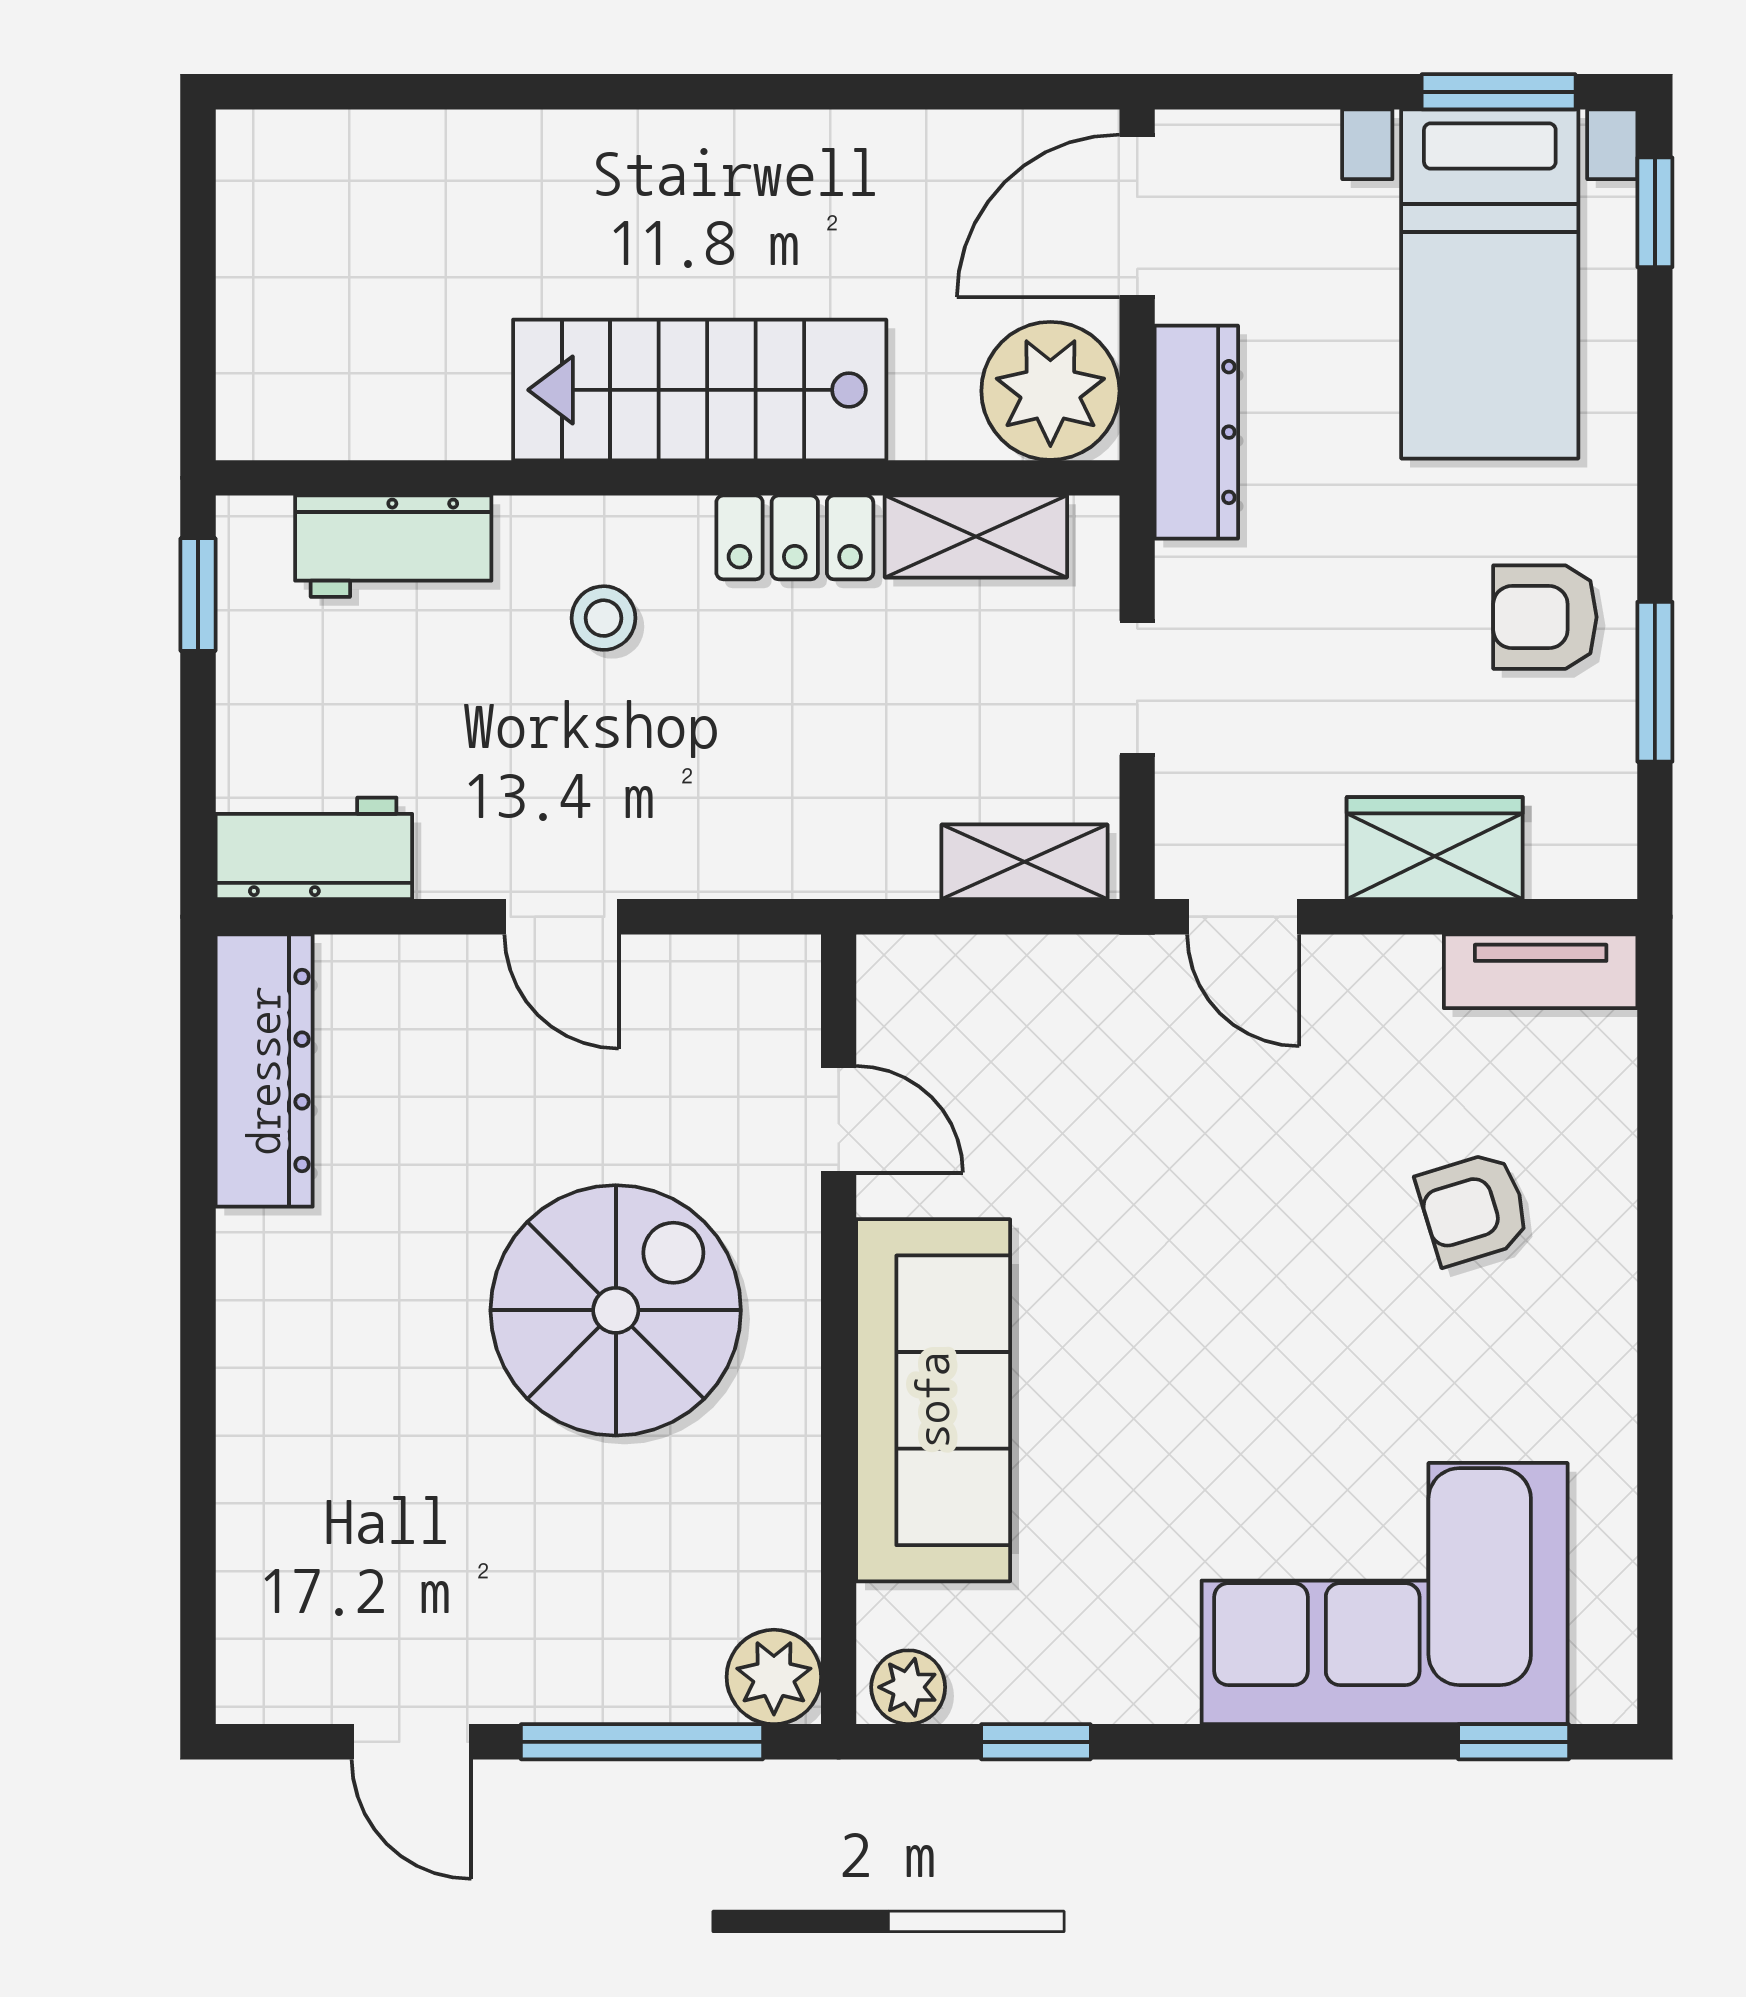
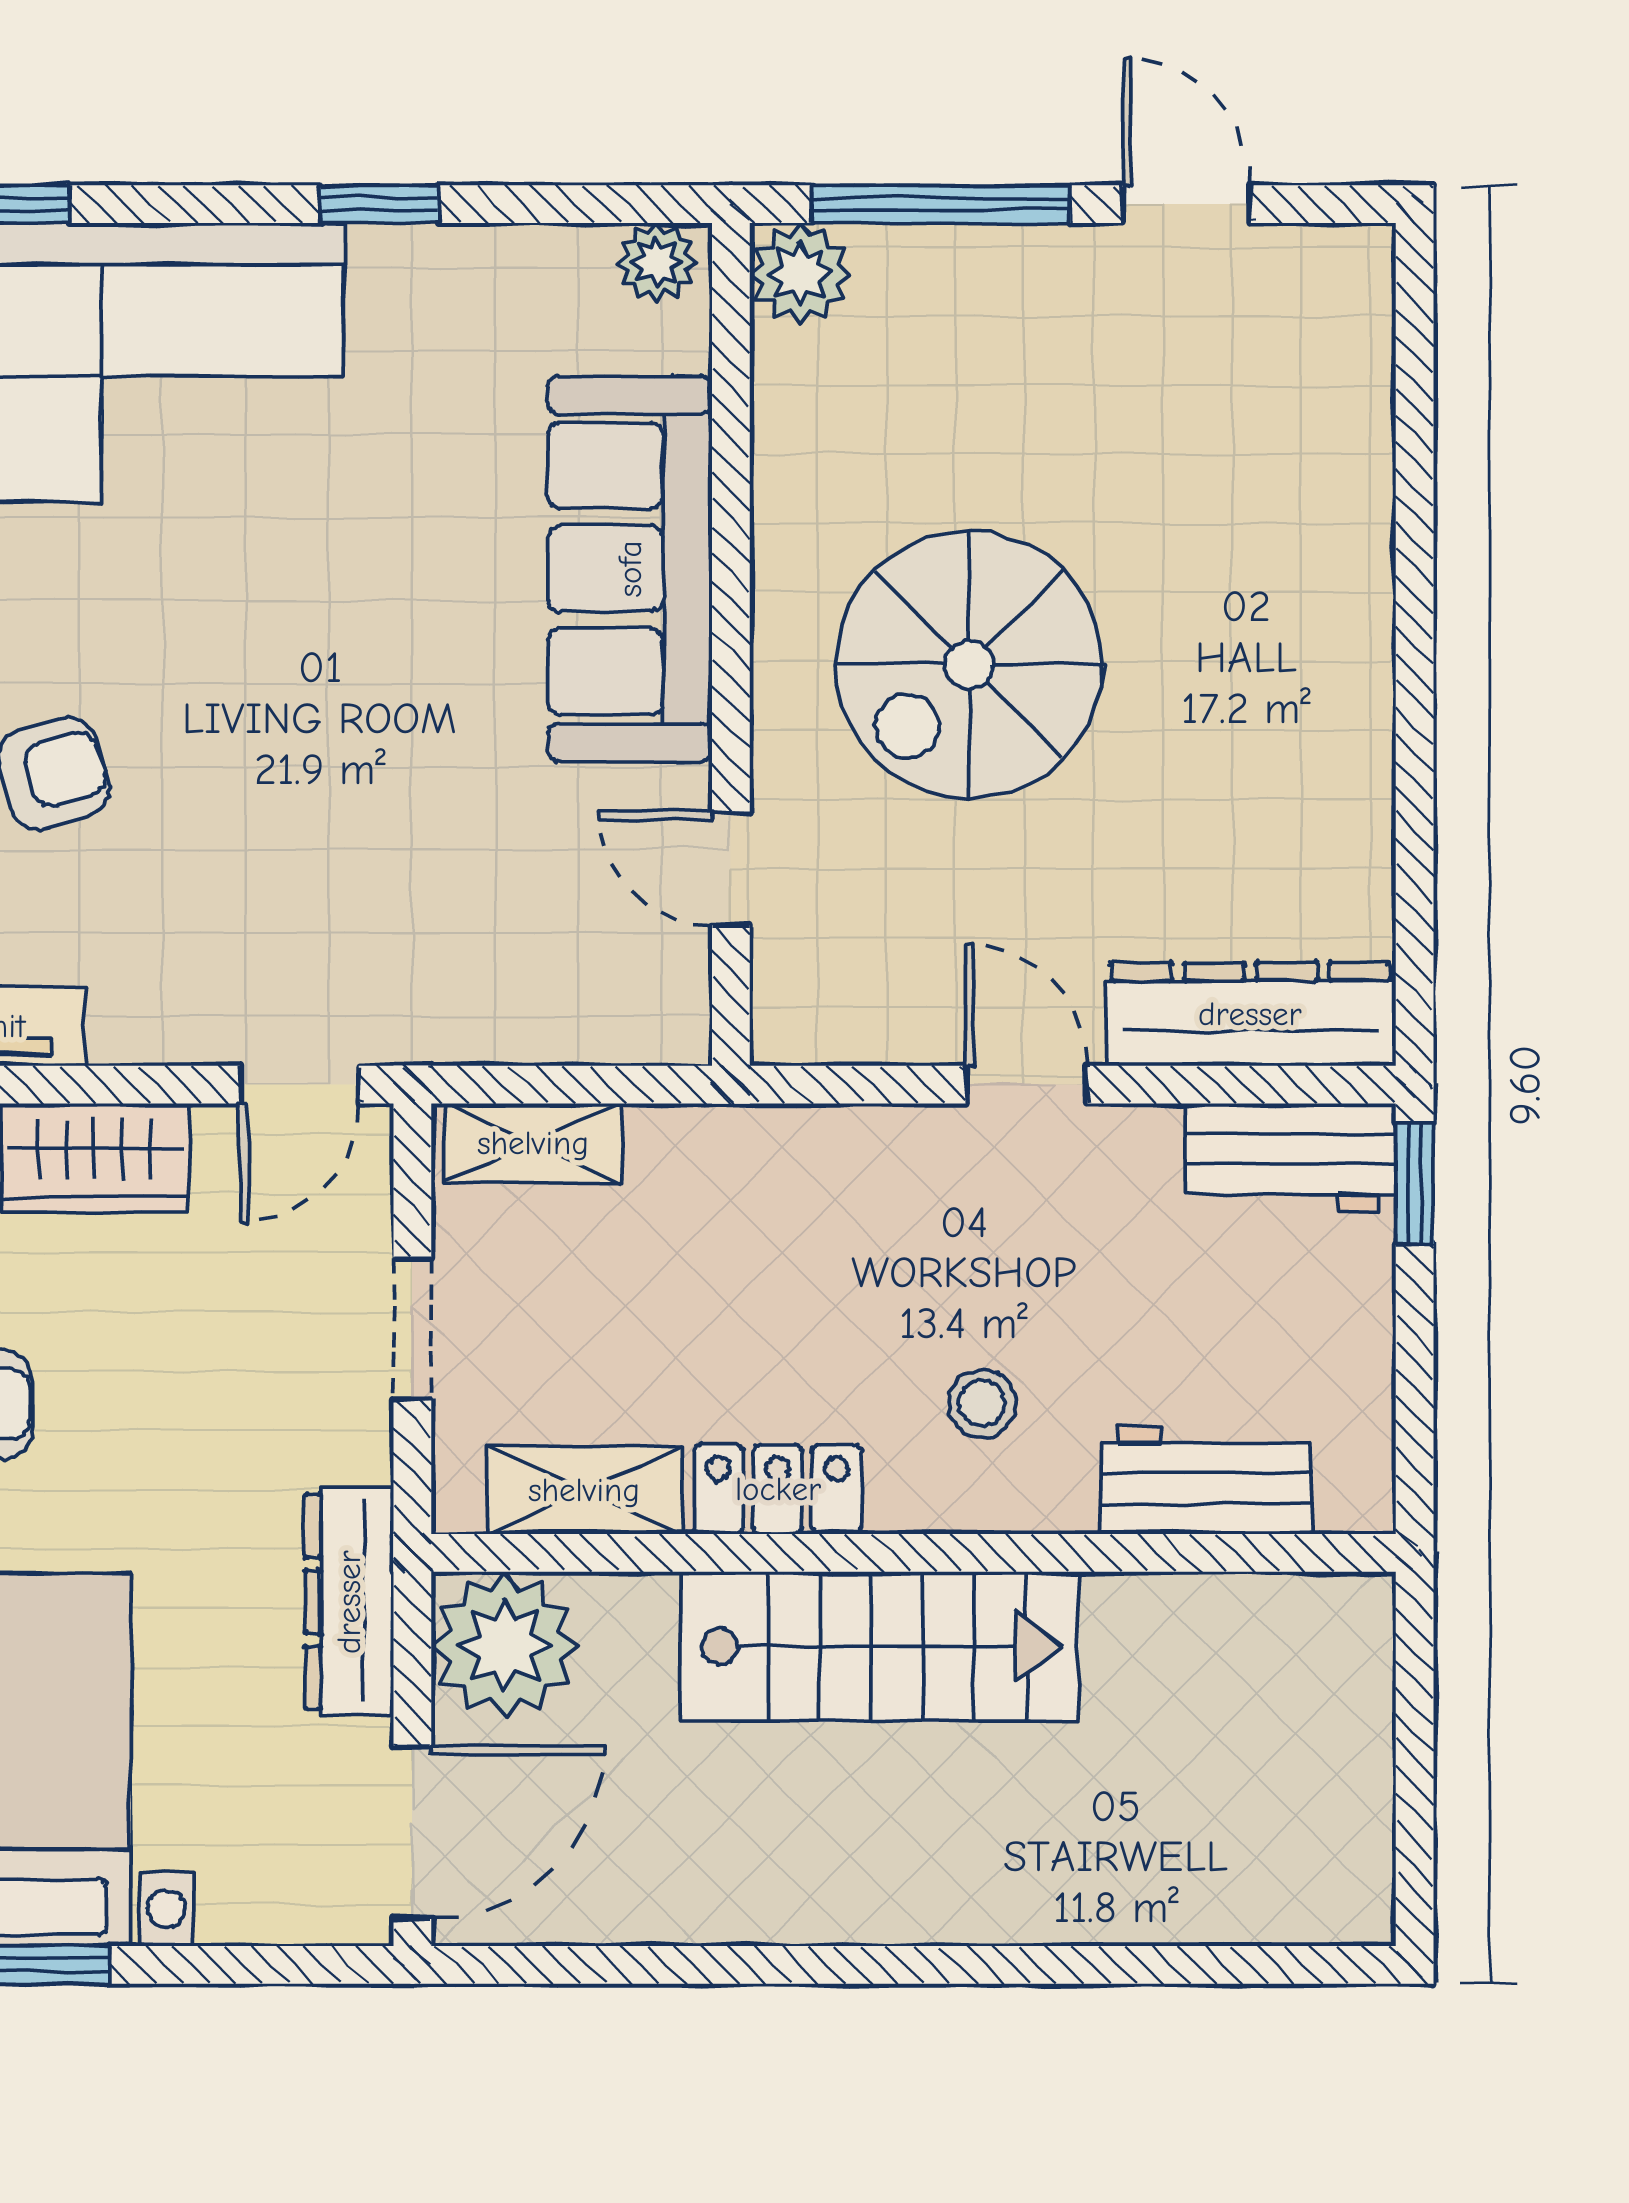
window: (198, 595) -> (1415, 1184), moved
door: (1243, 917) -> (299, 1085), swing flipped
dresser: (264, 1071) -> (1250, 1014), moved, turned 90
window: (1036, 1742) -> (379, 204), moved

